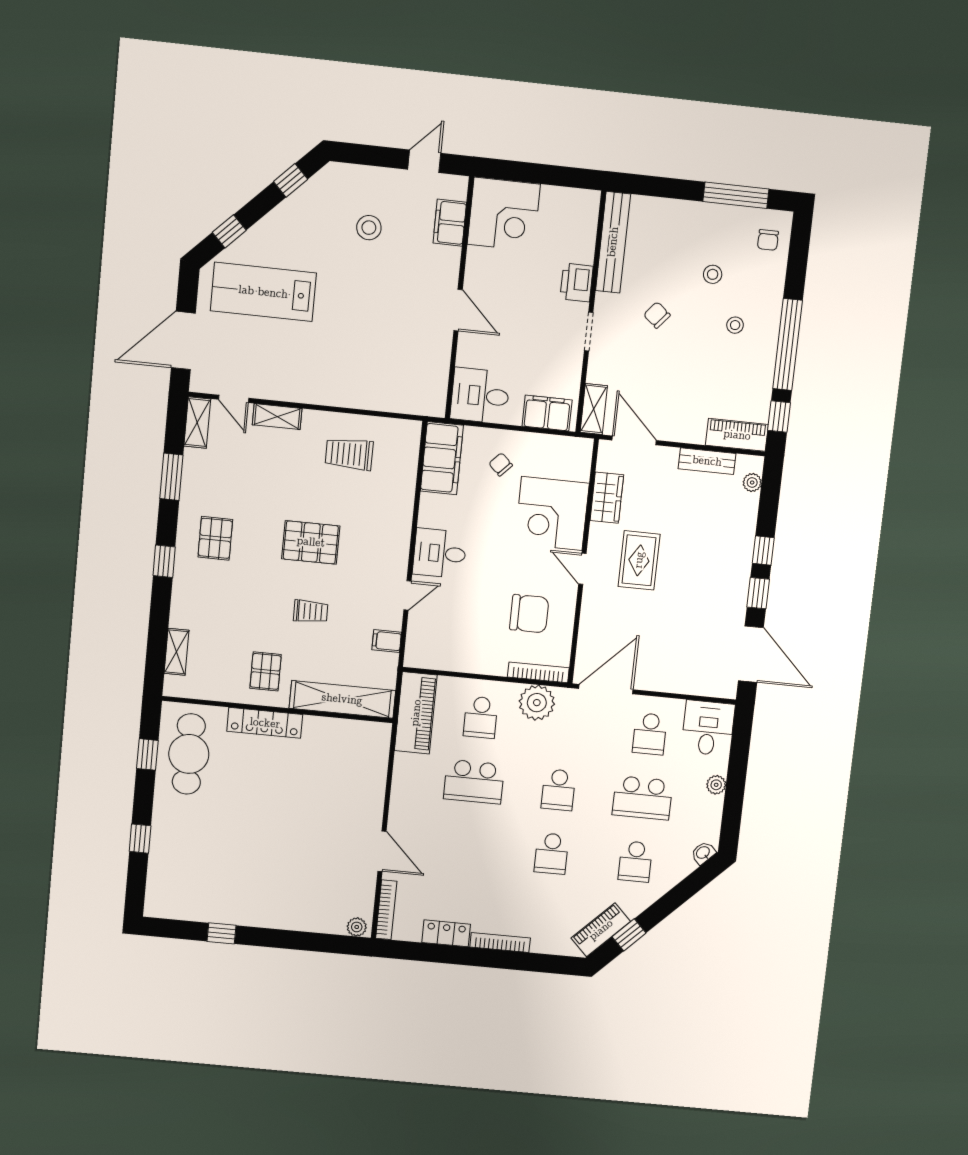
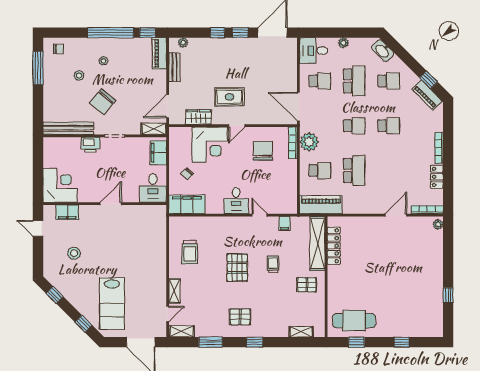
chair: (657, 315) -> (103, 102), width x1.87, depth x1.87
locker: (265, 723) -> (334, 246), moved
washbasin: (703, 853) -> (383, 51), width x1.91, depth x1.45

